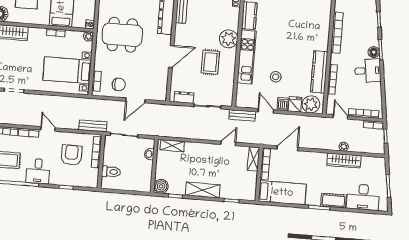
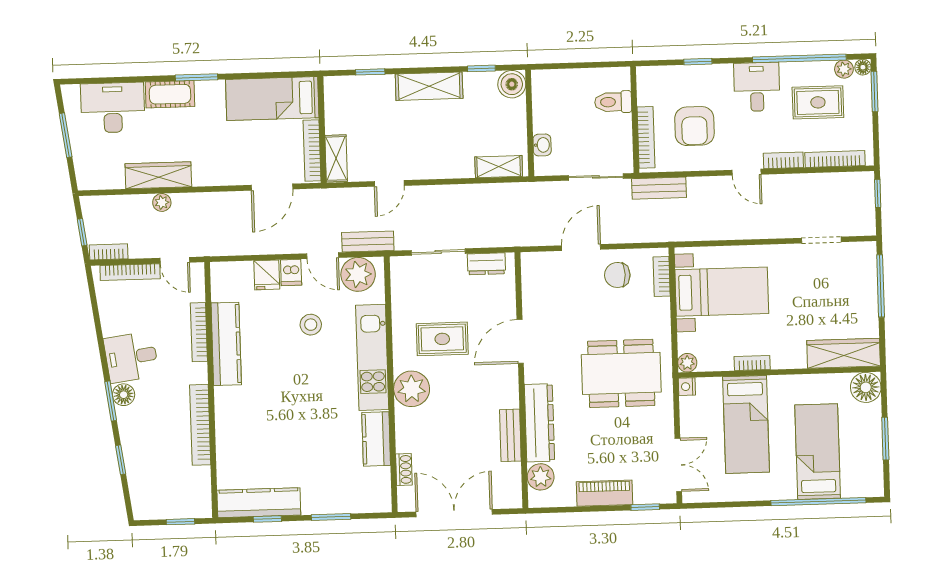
rug: (210, 62) -> (442, 339), turned 90
plant: (311, 104) -> (358, 274), moved

